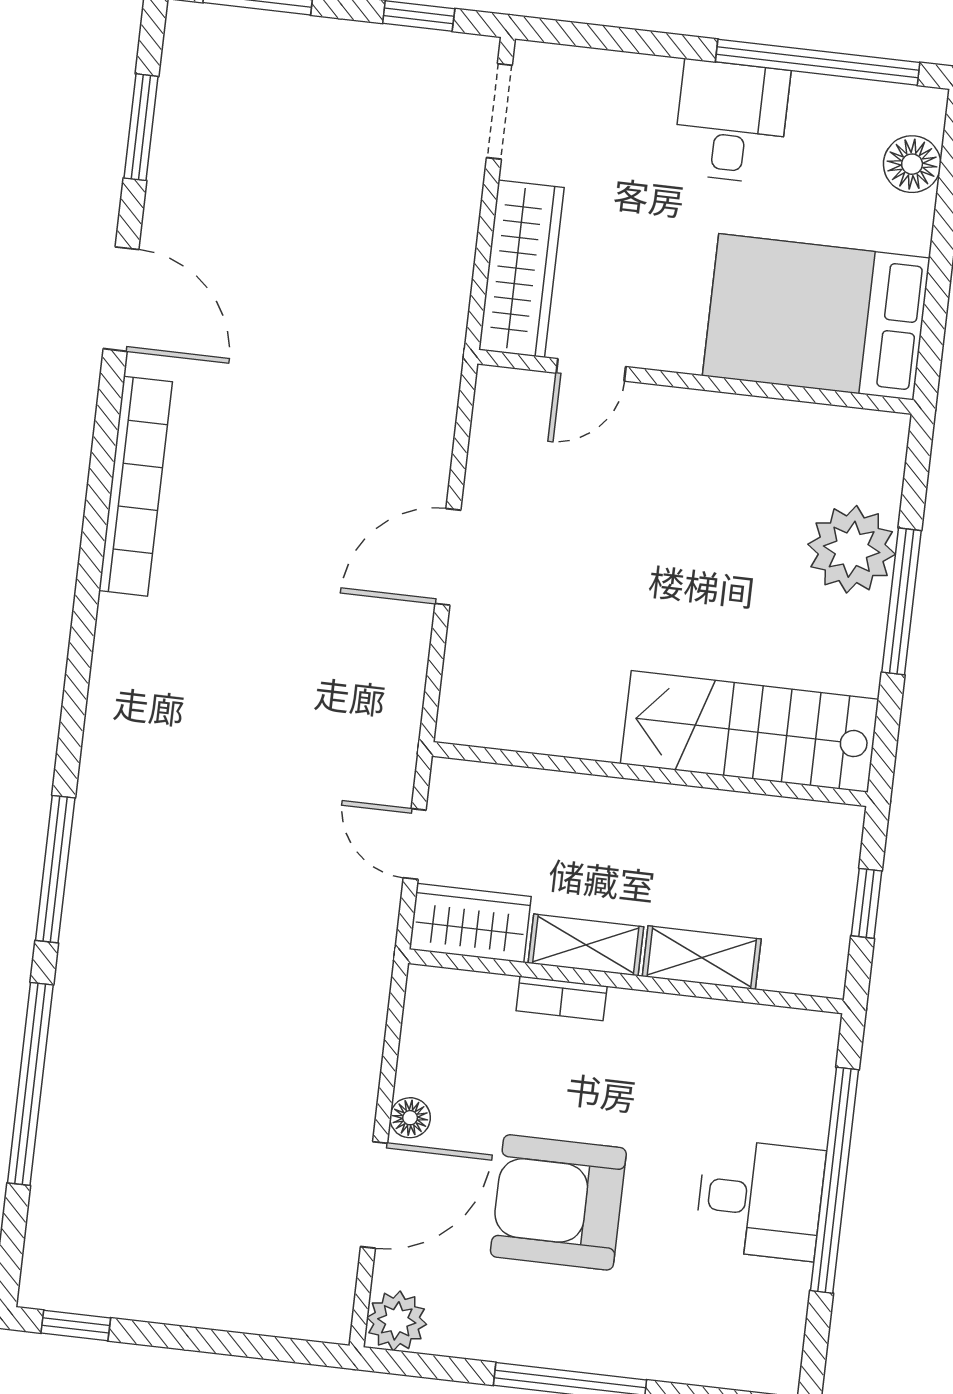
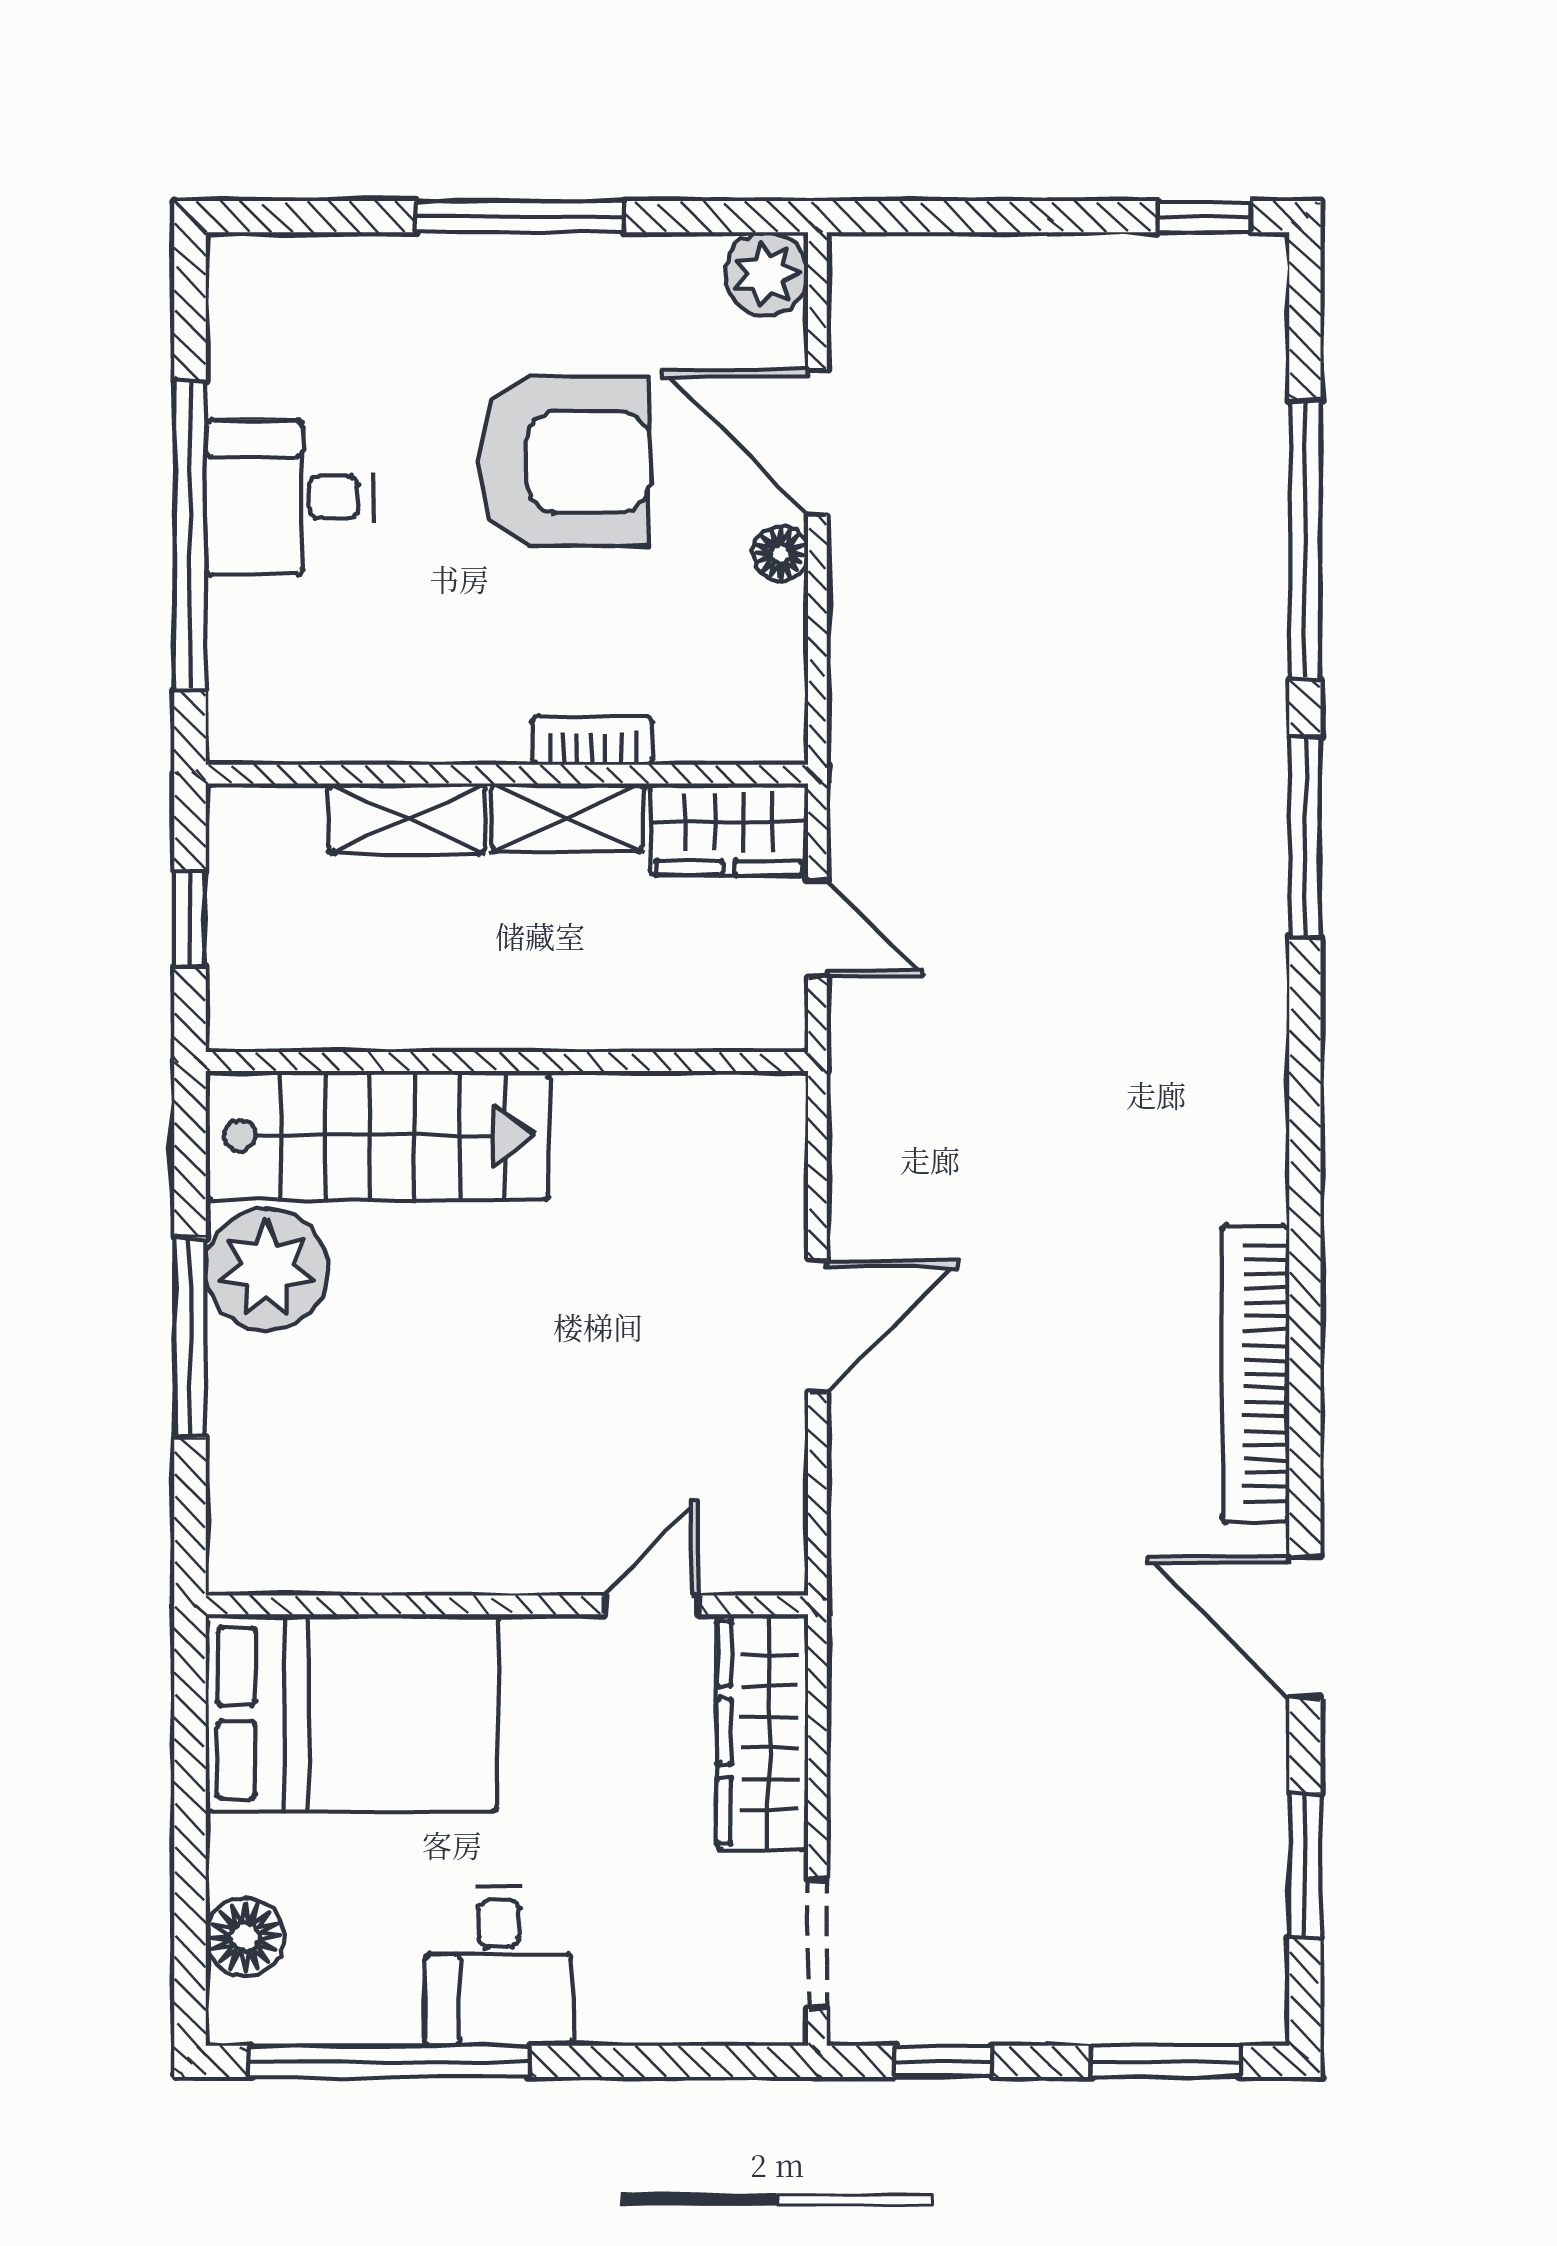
plant: (852, 549) -> (267, 1269), moved
door: (374, 1195) -> (817, 443), hinge flipped

